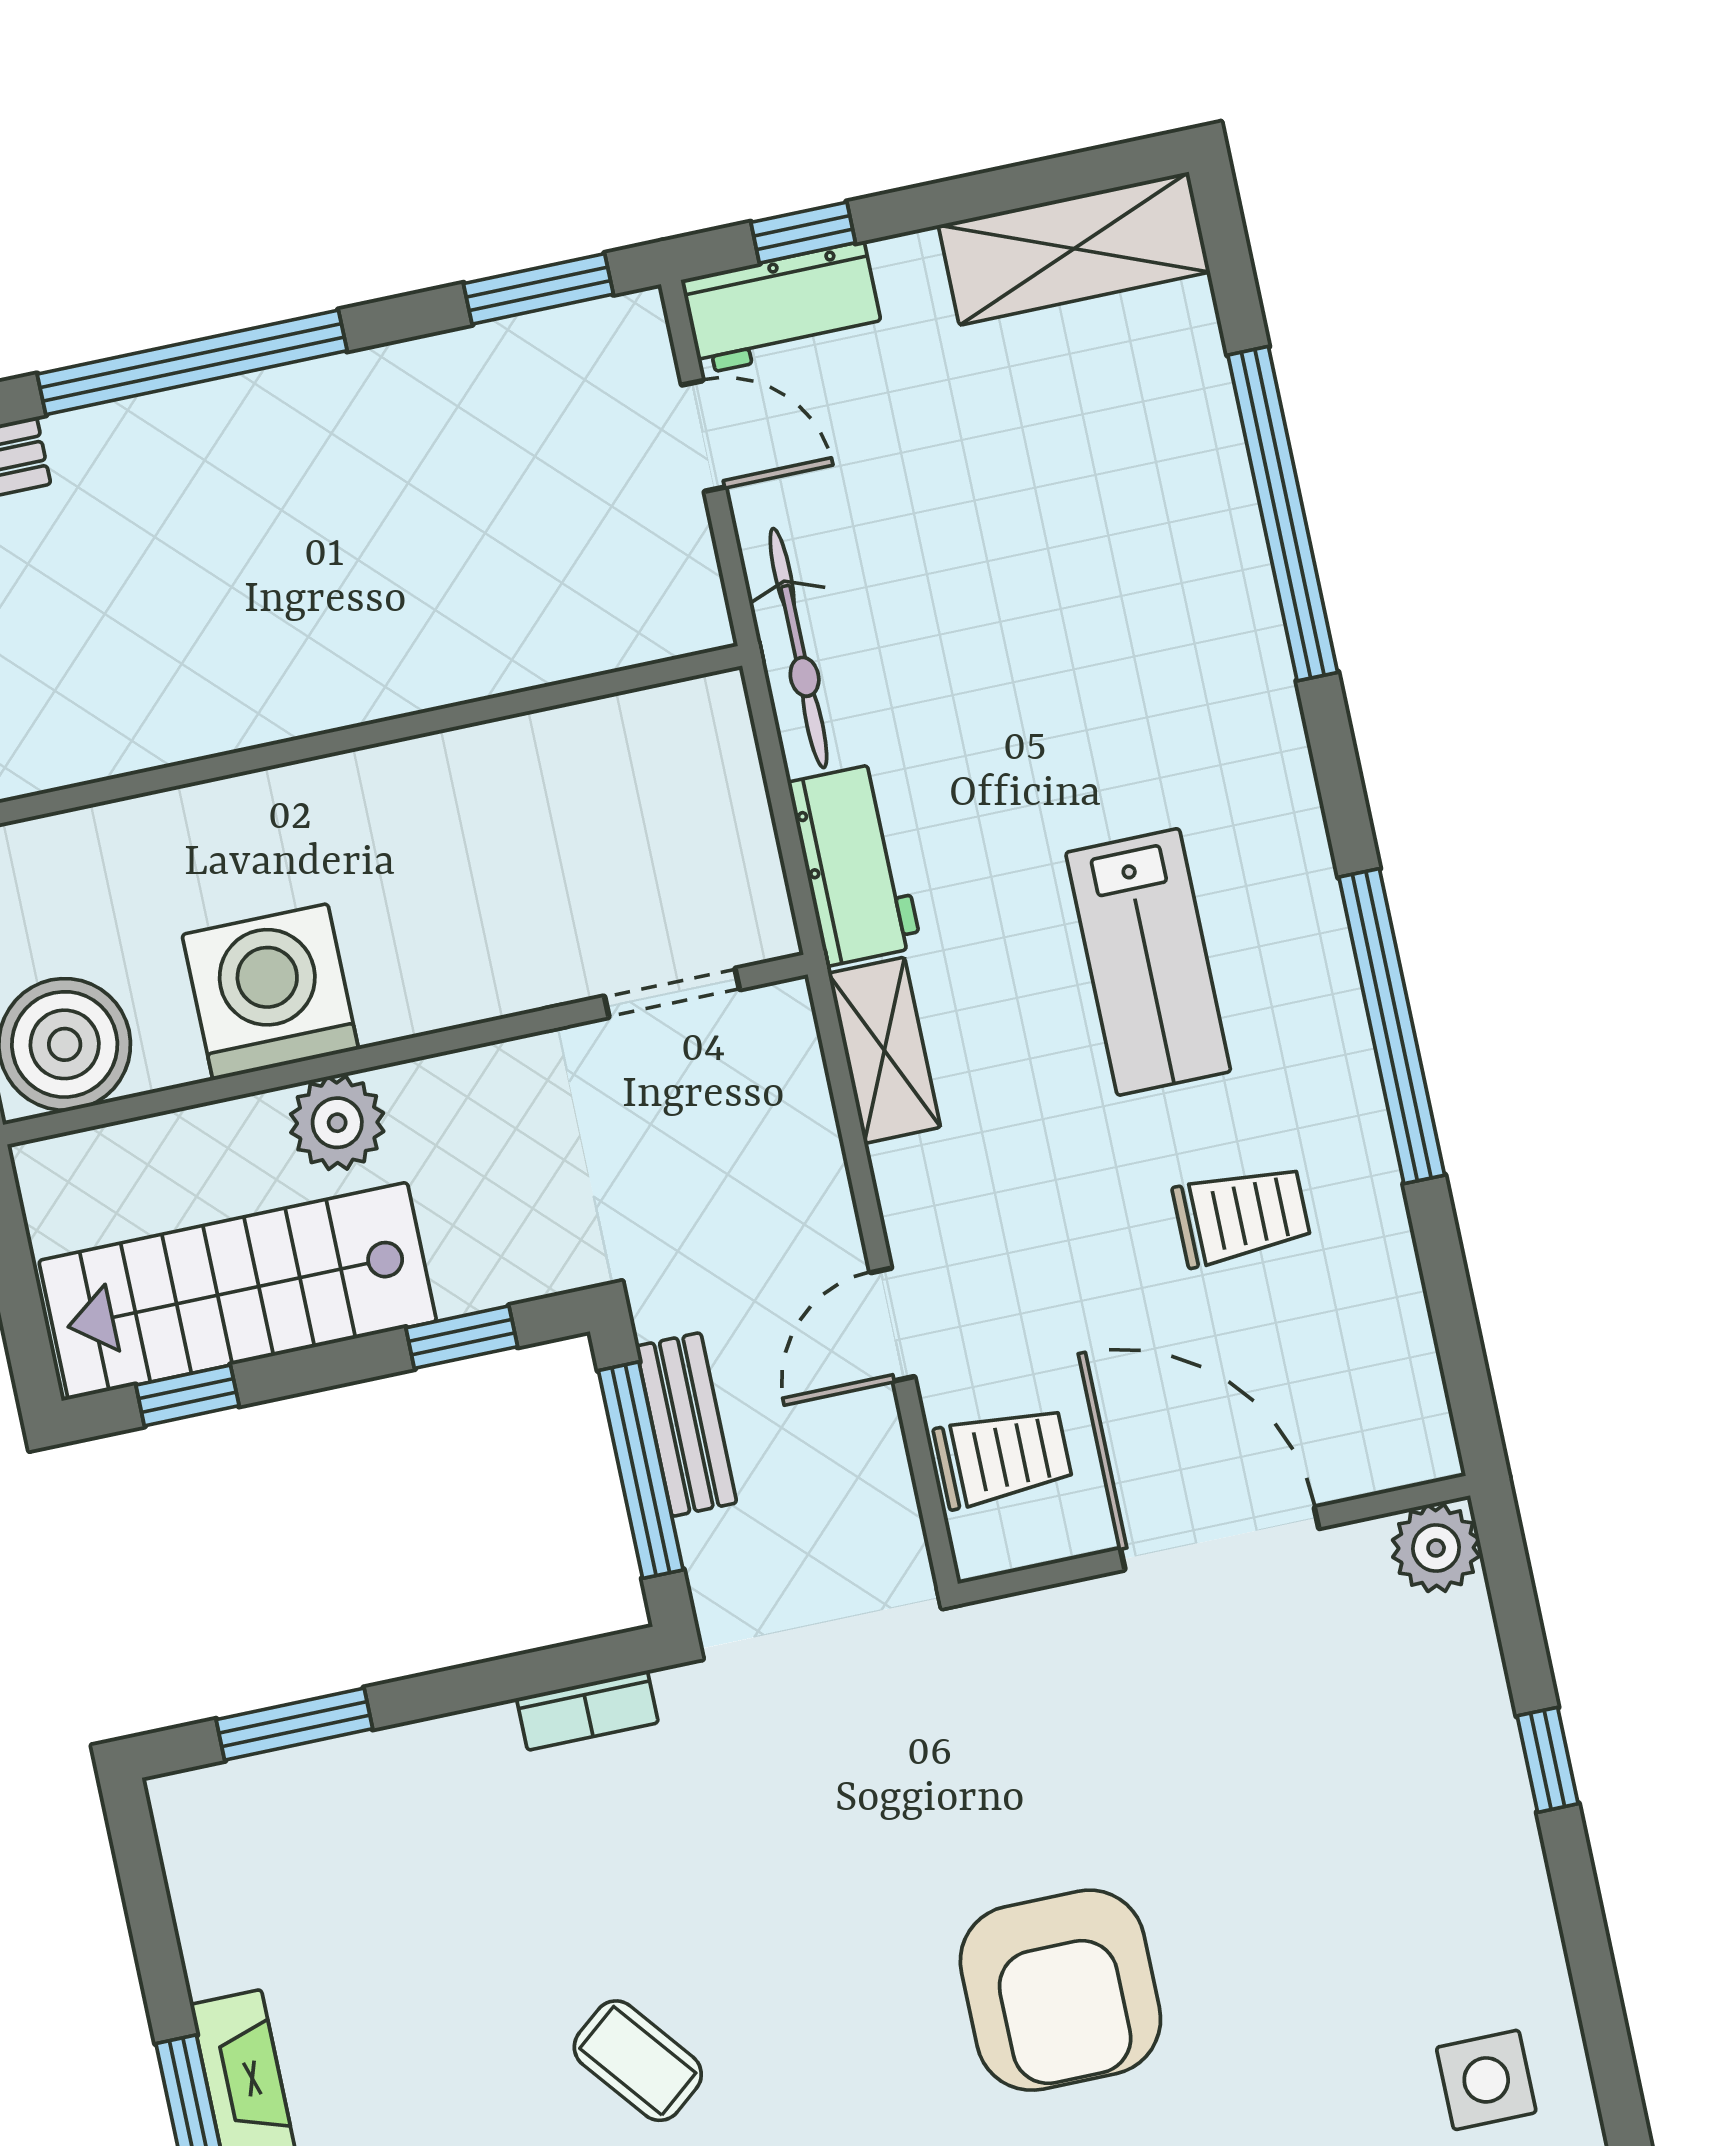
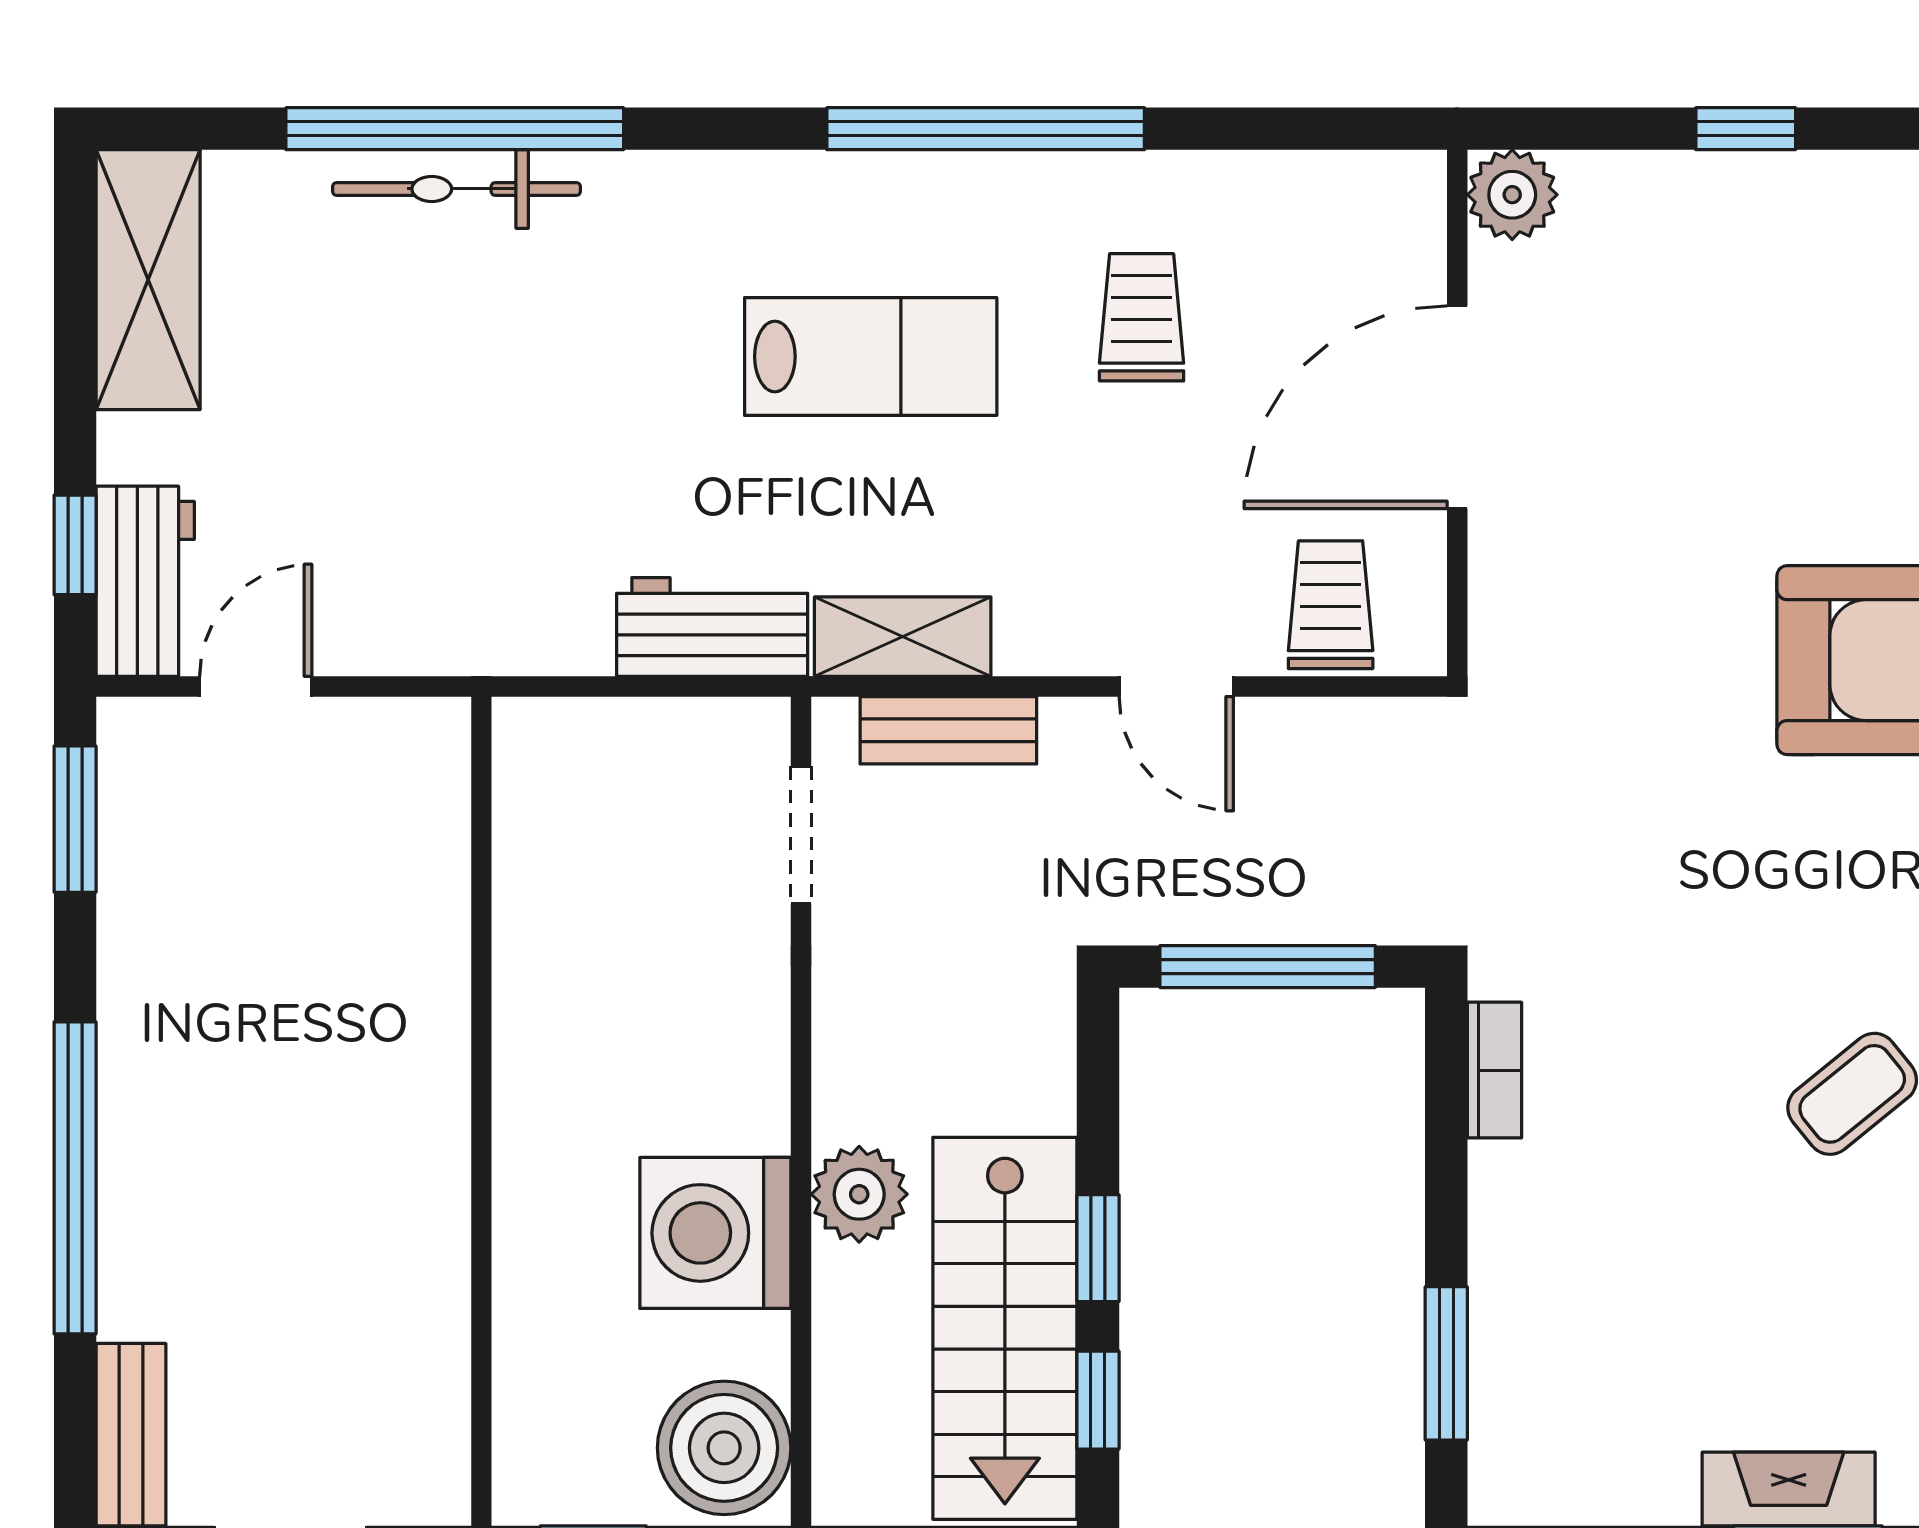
bicycle: (798, 648) -> (456, 189), moved, turned 180
window: (462, 1337) -> (1098, 1248), moved
bench: (686, 1425) -> (948, 730), moved

